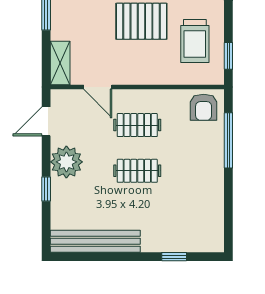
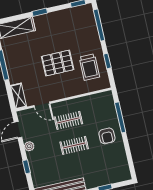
window: (228, 56) -> (107, 61), moved
armchair: (204, 107) -> (107, 136), moved
plant: (66, 162) -> (29, 146), width x0.53, depth x0.53

